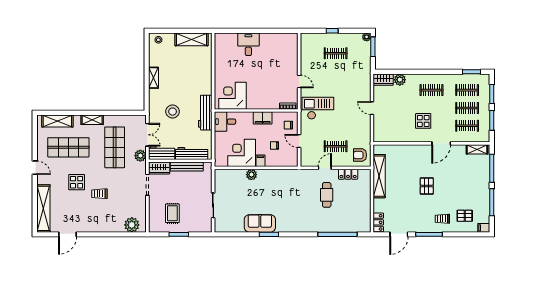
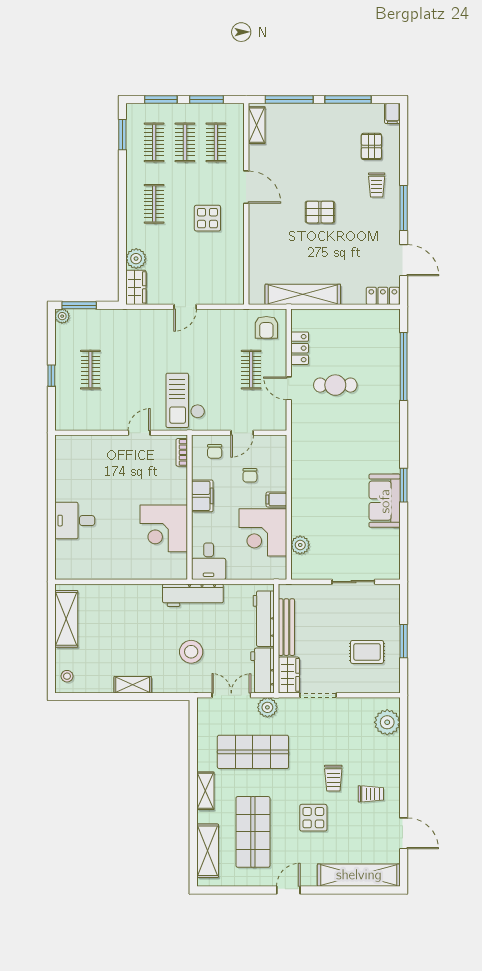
corner desk: (233, 96) -> (164, 528), moved
plant: (251, 175) -> (300, 545), moved
trolley: (90, 215) -> (371, 794), added

